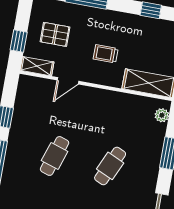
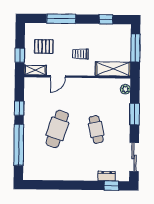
cafe table: (55, 156) -> (57, 129), width x1.37, depth x1.35
cafe table: (110, 166) -> (96, 129), turned -36

